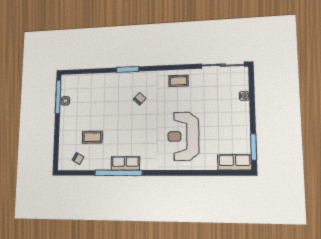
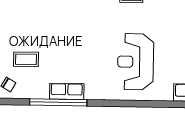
chair: (140, 99) -> (84, 15), removed

